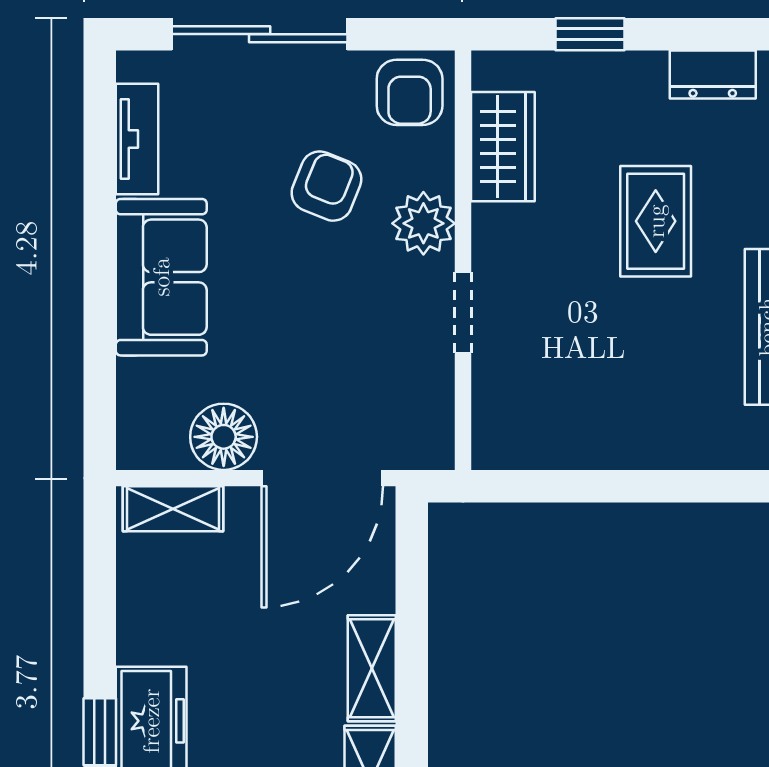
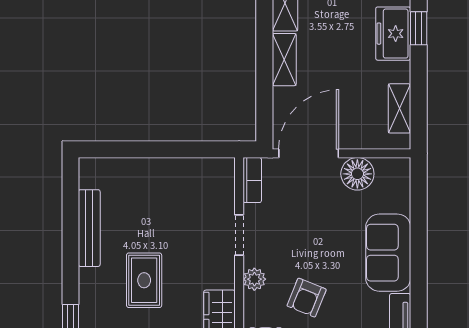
plant: (423, 223) -> (254, 279), width x0.73, depth x0.73
bookcase: (437, 424) -> (252, 180), added
shelving: (173, 509) -> (399, 108), moved, turned 90

